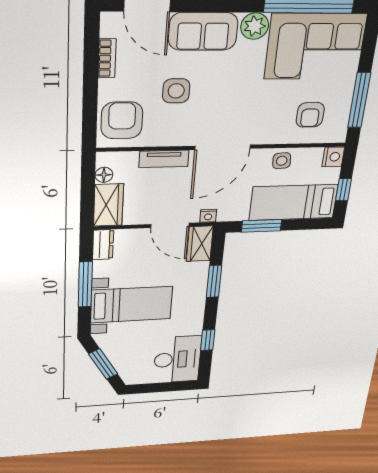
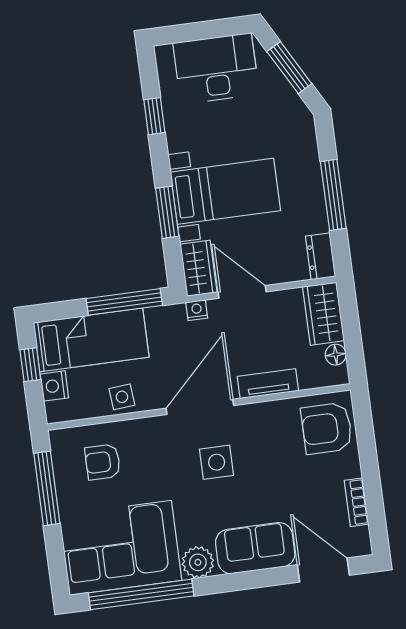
side table: (176, 91) -> (217, 462), moved
armchair: (310, 115) -> (103, 462), turned -90
armchair: (122, 120) -> (327, 428), turned 90
nightstand: (333, 157) -> (54, 386), moved
window: (261, 226) -> (124, 302), width x1.44
bed with nightstands: (132, 305) -> (225, 191), moved, turned 180
desk: (177, 359) -> (216, 69), moved, turned 90

